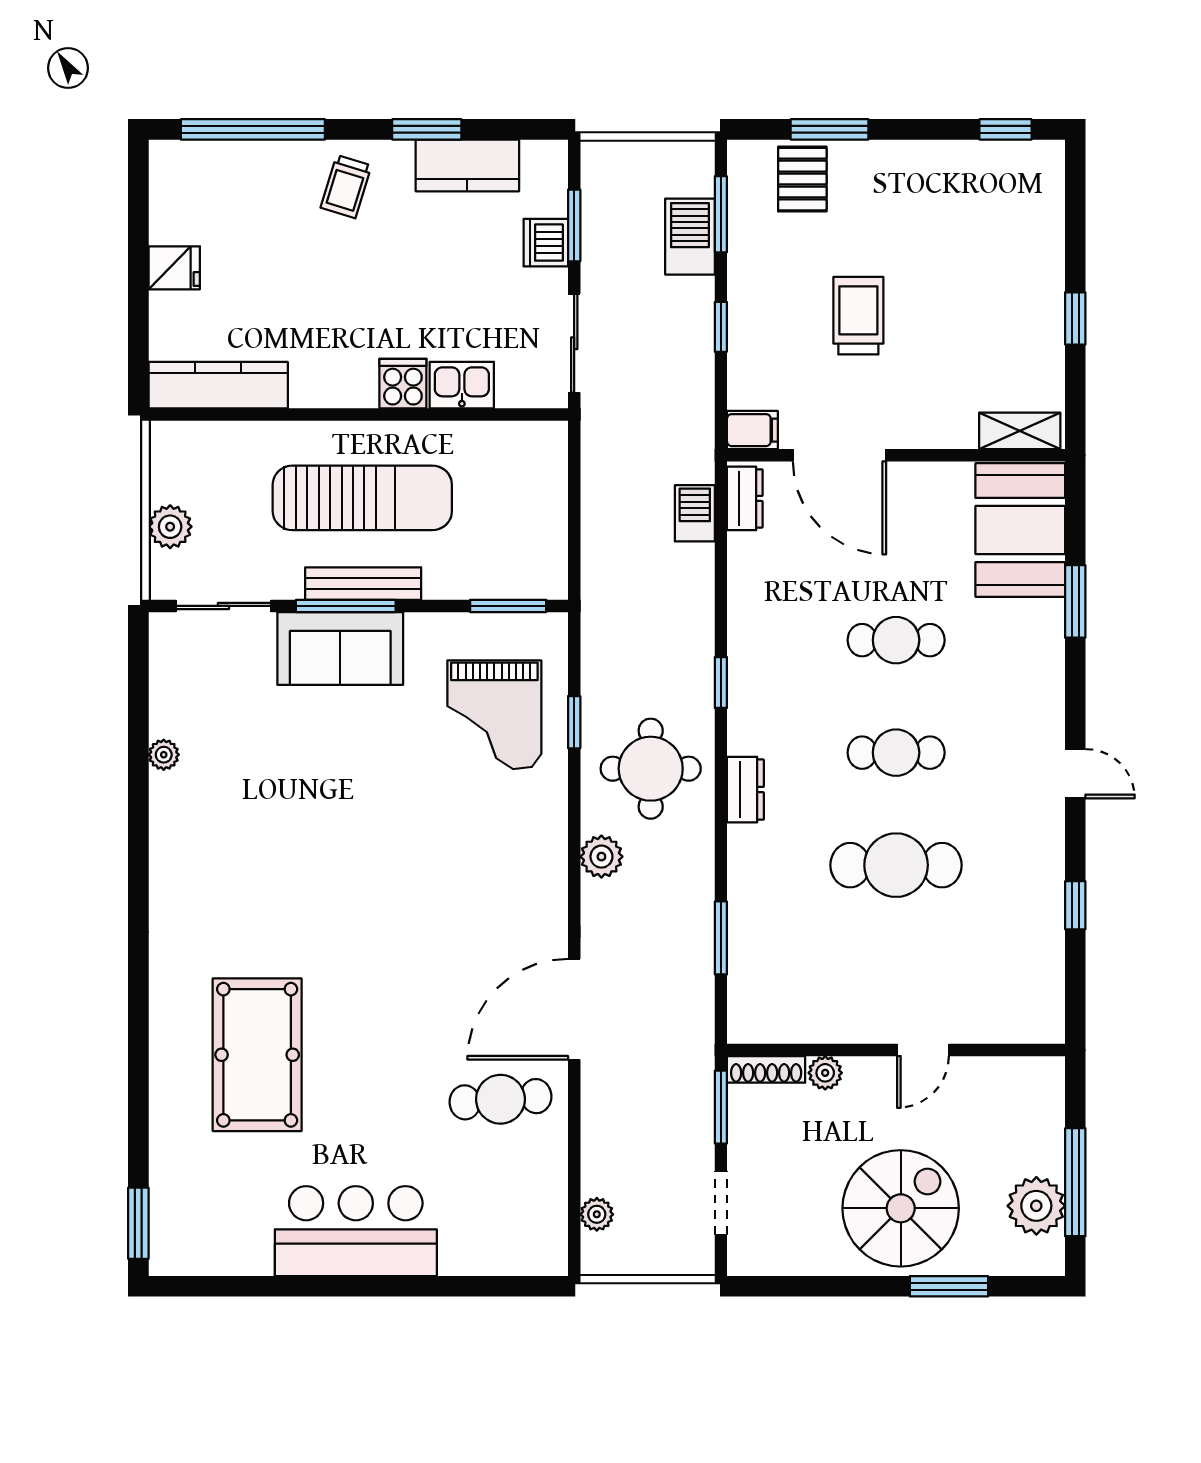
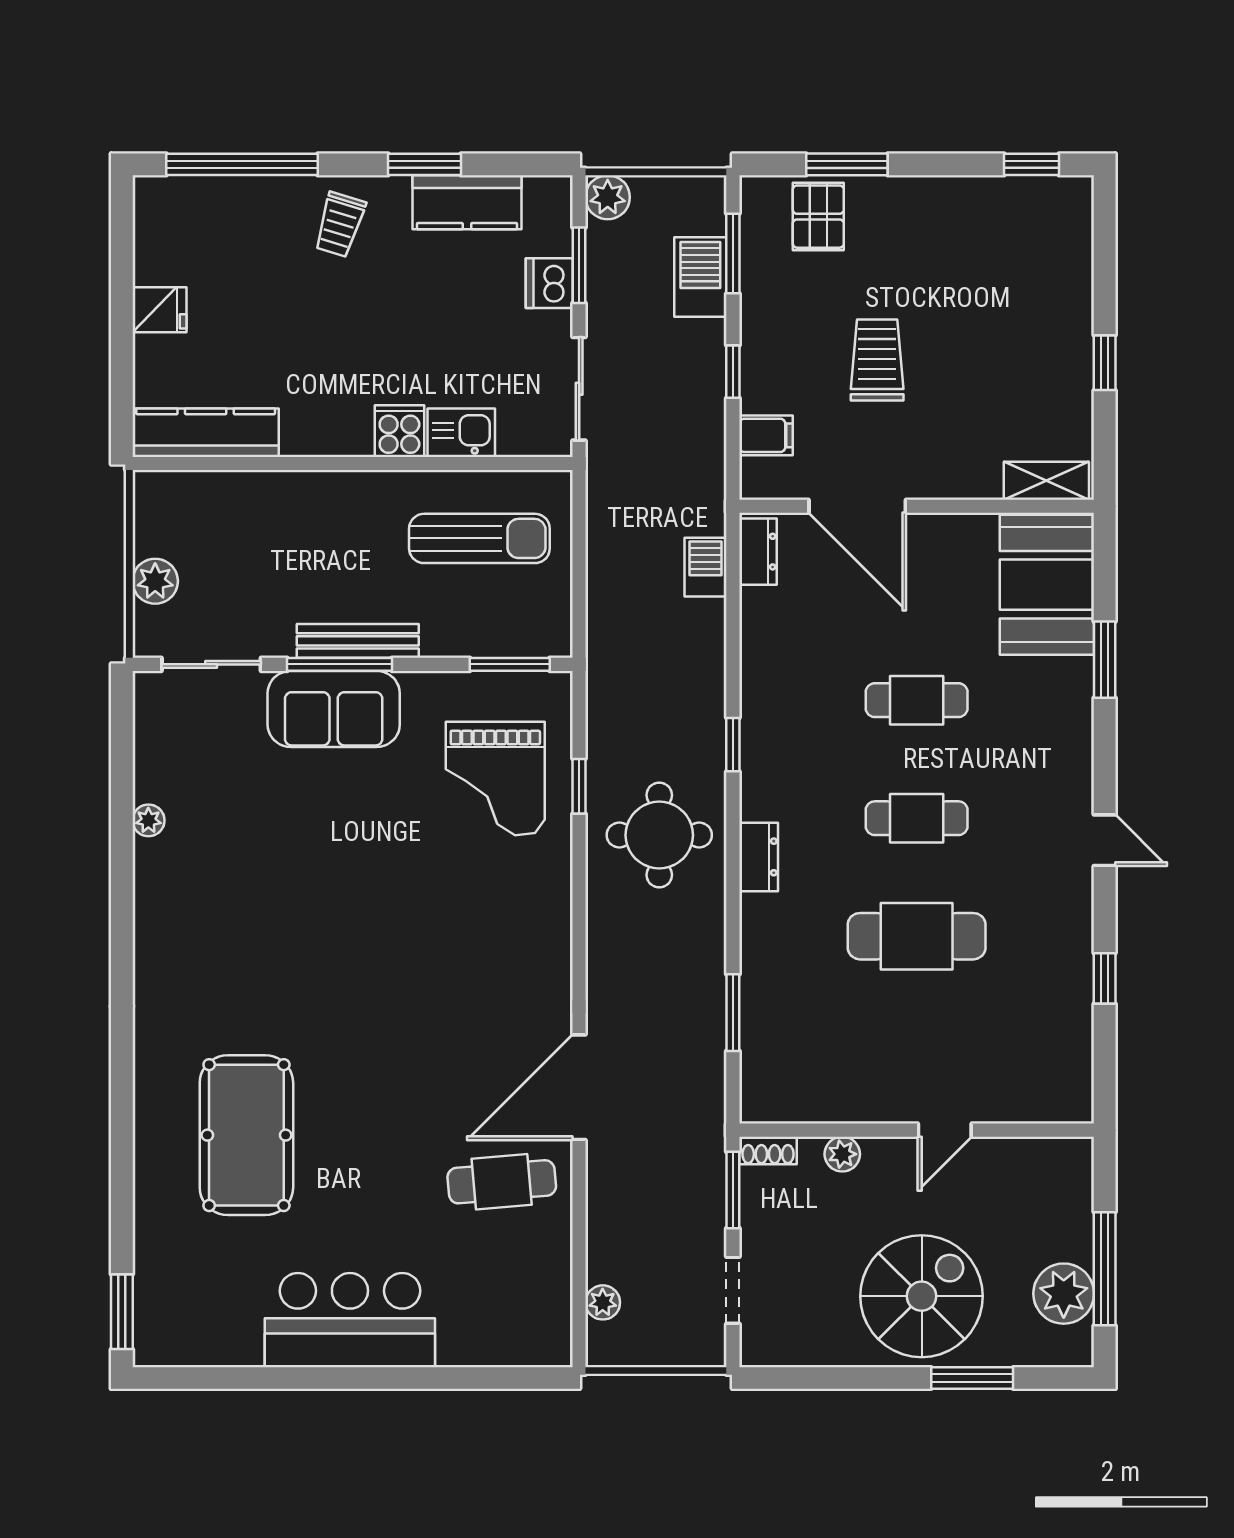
filing cabinet: (752, 430) -> (766, 435), moved
sun lounger: (362, 498) -> (479, 538), moved, width x0.73, depth x0.75
plant: (601, 857) -> (608, 197), moved
shoe rack: (766, 1069) -> (768, 1150), width x0.70

